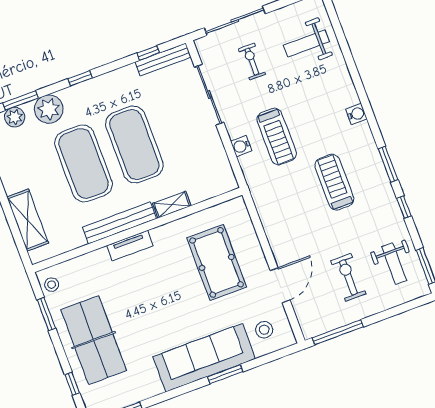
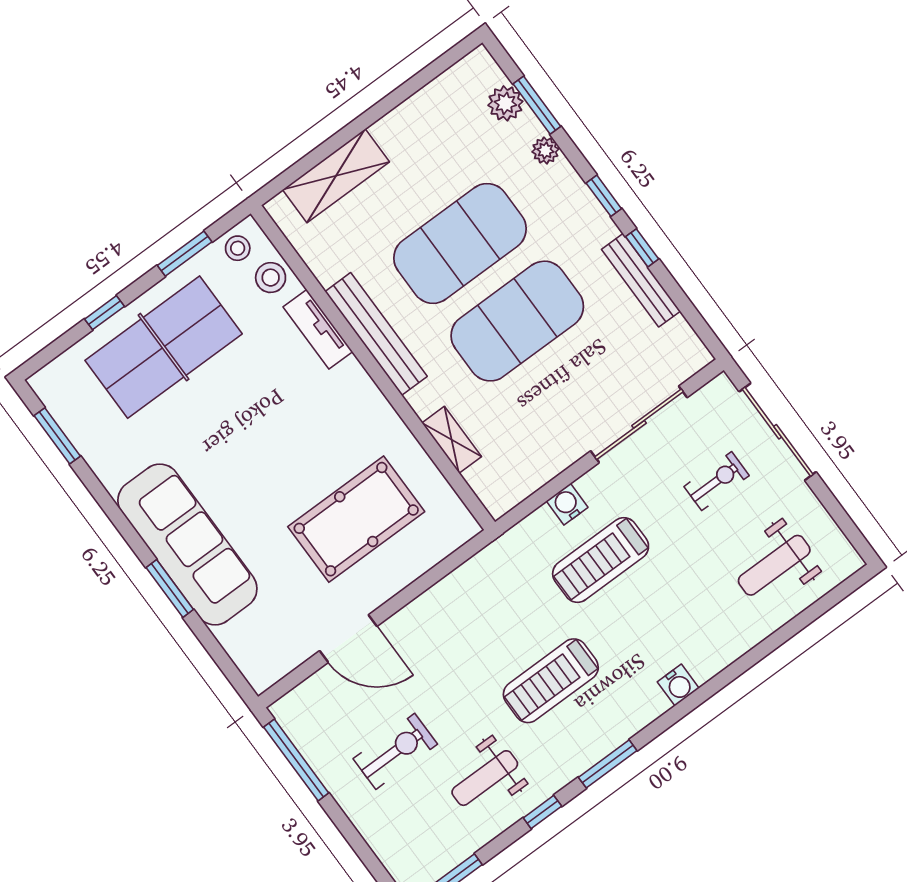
weight bench: (306, 43) -> (774, 565), turned -90
window: (148, 53) -> (642, 248), moved
bench: (163, 60) -> (641, 280), moved
plant: (49, 109) -> (545, 150), width x0.53, depth x0.53
treadmill: (334, 182) -> (551, 681), turned 180
shelving: (172, 205) -> (452, 440), moved
tv unit: (130, 246) -> (318, 329), moved
weight bench: (394, 264) -> (485, 778), moved
stool: (264, 330) -> (271, 278), moved
window: (72, 384) -> (105, 313), moved

